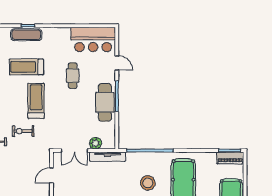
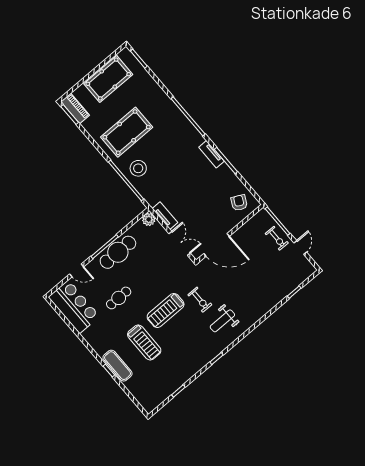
door: (117, 63) -> (77, 270), swing flipped
plant: (95, 143) -> (149, 219), moved
tv unit: (108, 157) -> (165, 216), width x0.71
door: (51, 175) -> (217, 245), width x1.87
stool: (148, 183) -> (138, 168), moved

